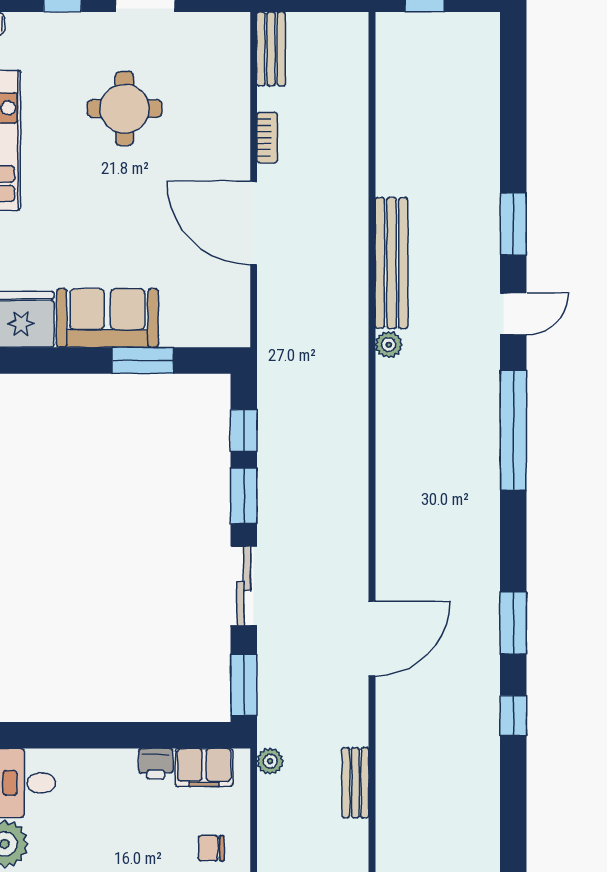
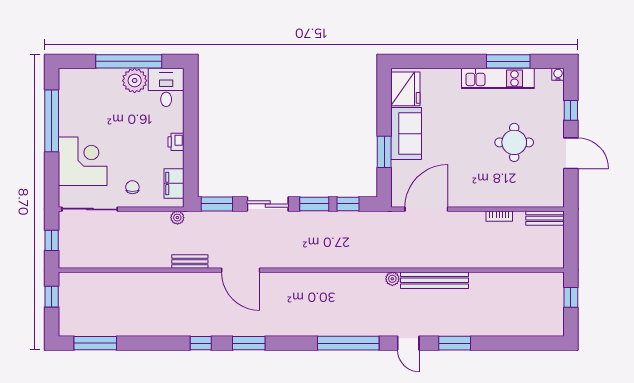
door: (254, 223) -> (426, 209), moved
printer: (156, 764) -> (176, 142), moved
bench: (355, 783) -> (190, 262), moved

